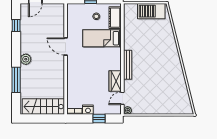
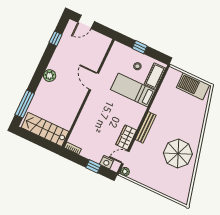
parasol: (165, 74) -> (178, 154), added
window: (16, 80) -> (25, 104), moved
nightstand: (88, 110) -> (107, 162), moved

